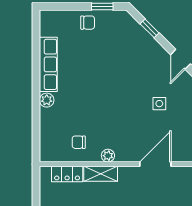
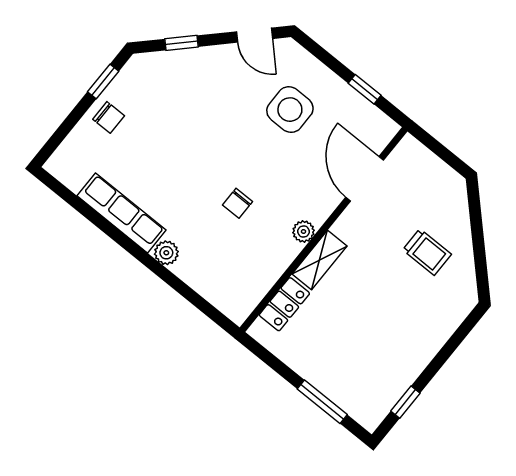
chair: (88, 23) -> (109, 117), turned 90
side table: (159, 104) -> (290, 110), width x1.87, depth x1.87
chair: (79, 142) -> (238, 203), moved

